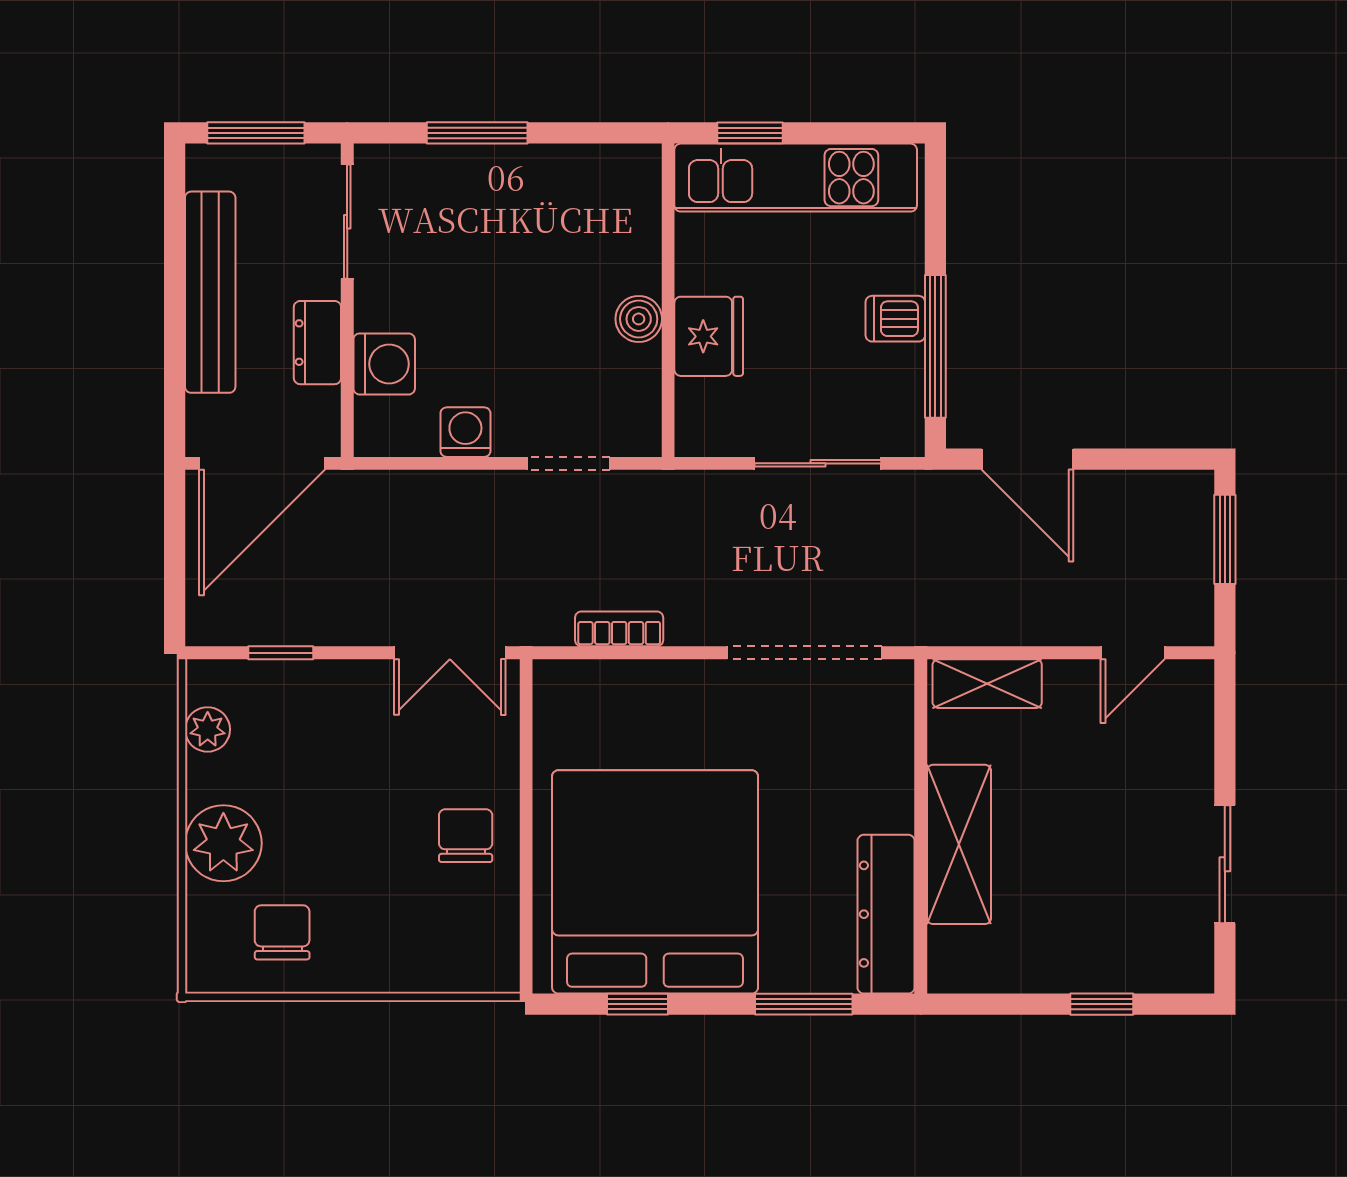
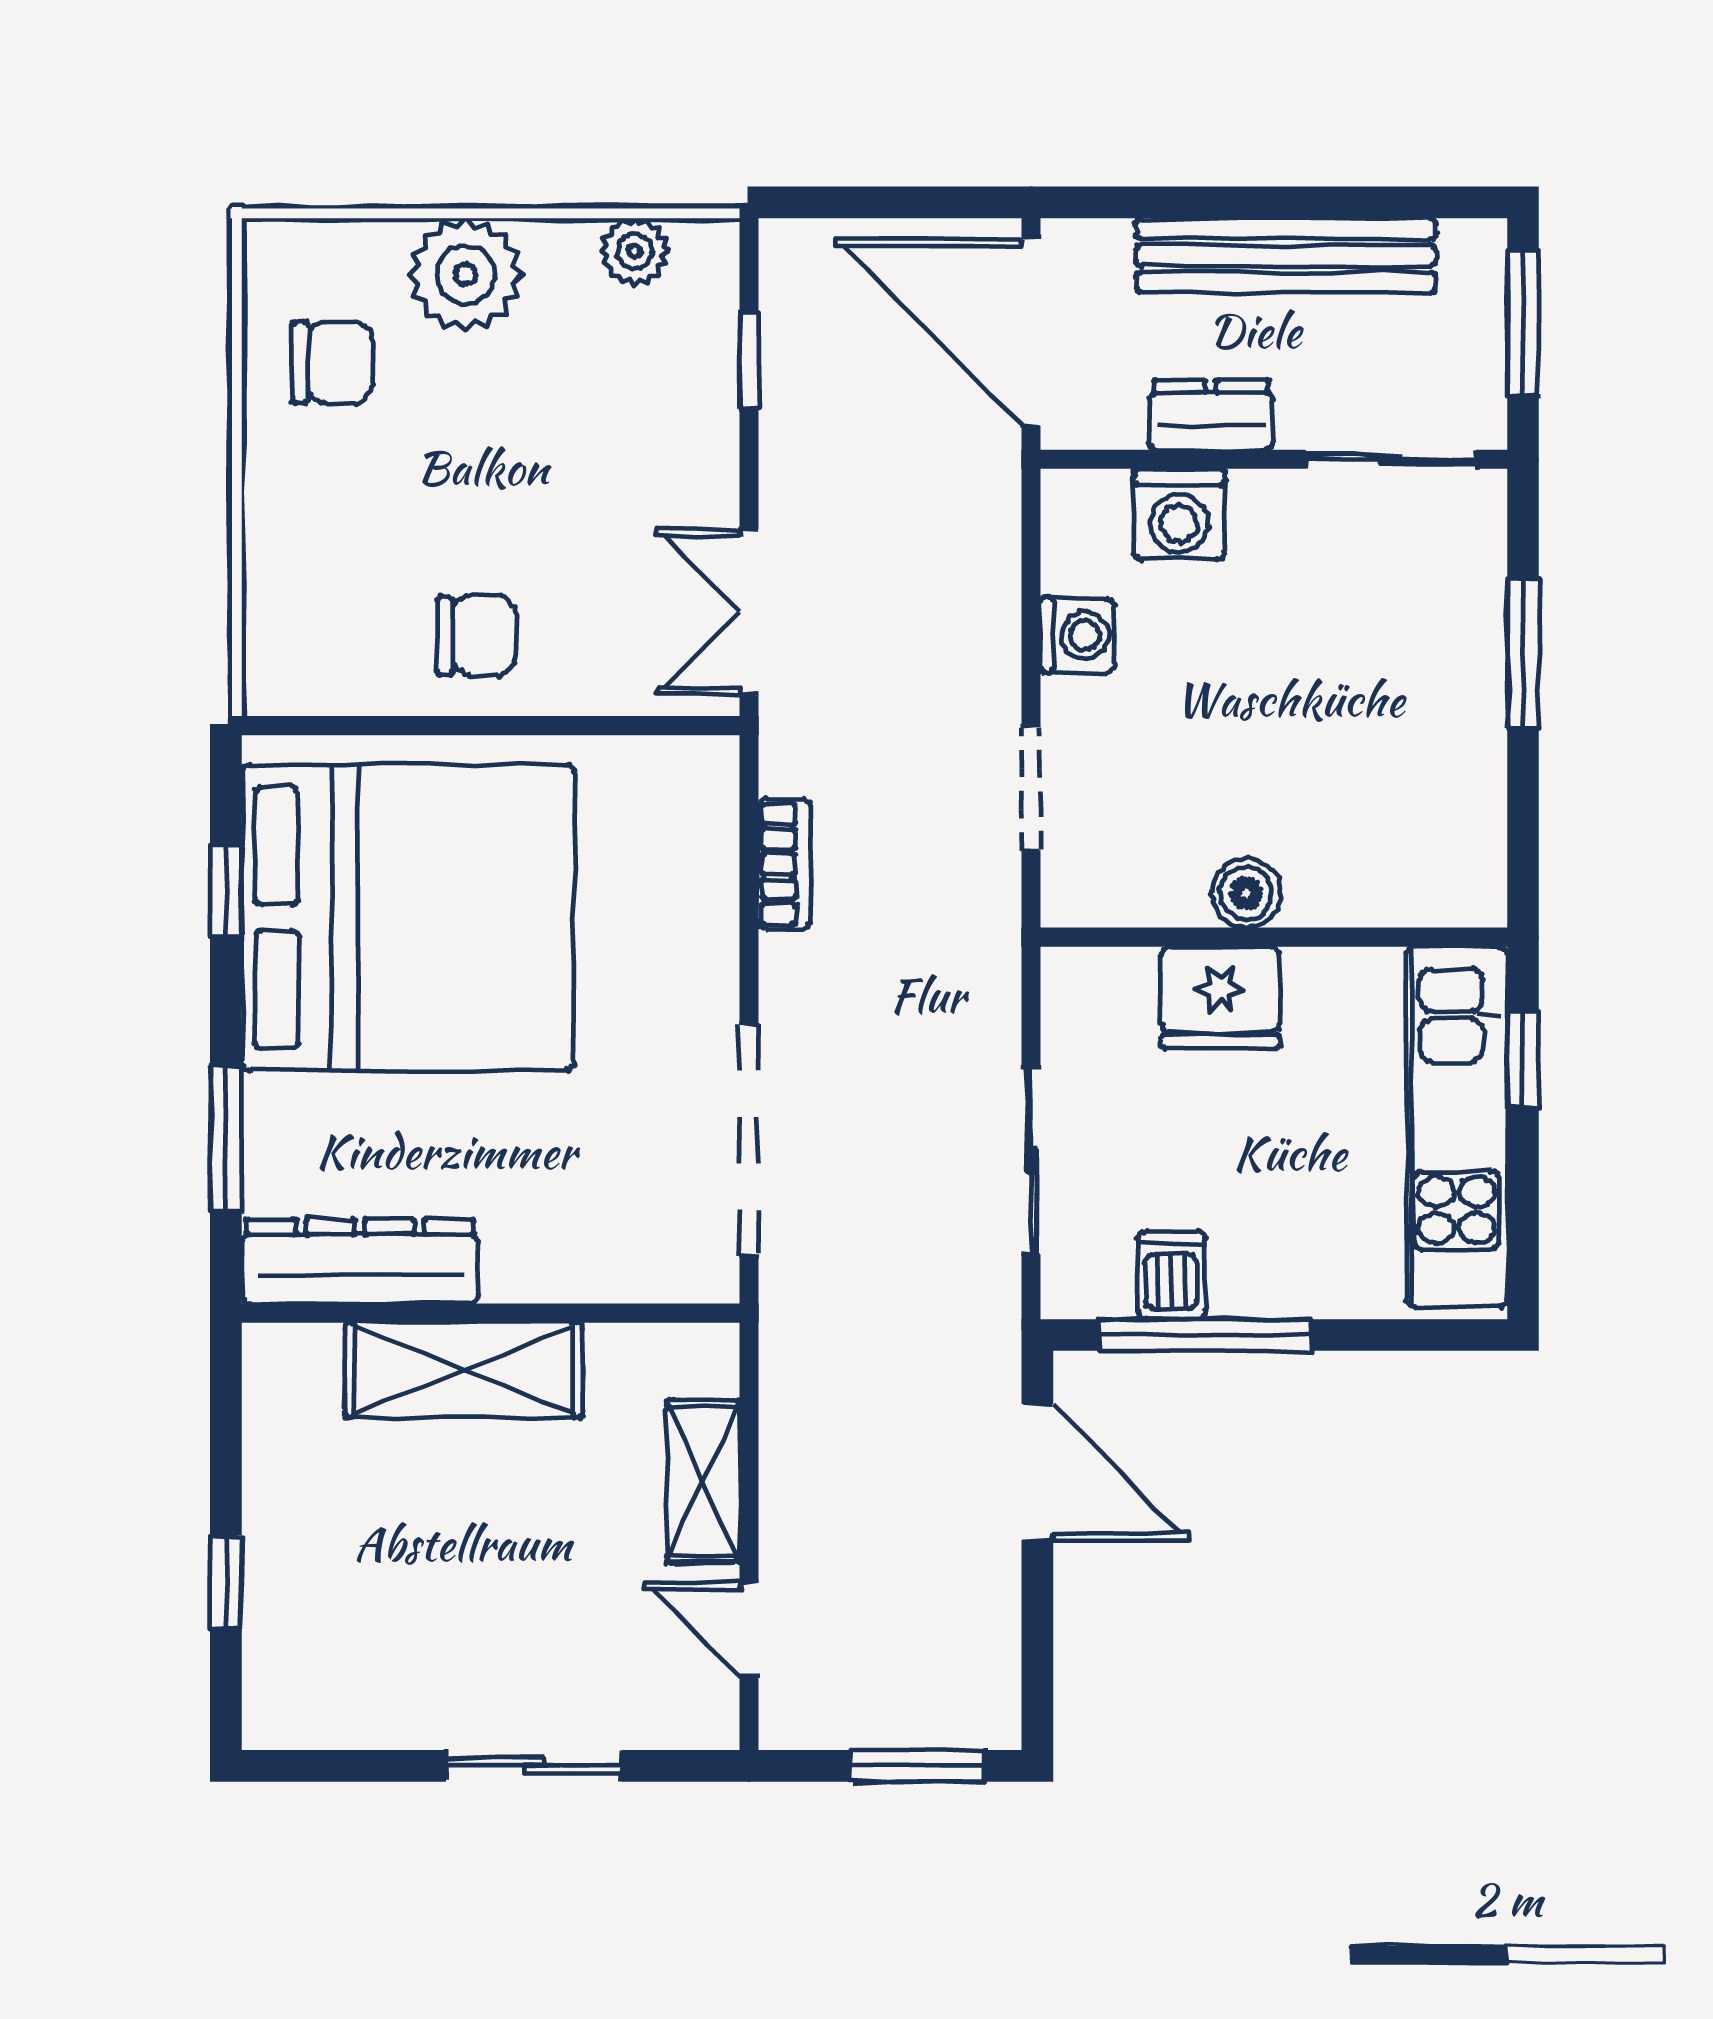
dishwasher: (895, 319) -> (1172, 1275), moved
door: (1028, 459) -> (1037, 1472), swing flipped
shelving: (987, 684) -> (703, 1481), moved
sliding door: (1225, 864) -> (534, 1766), moved

